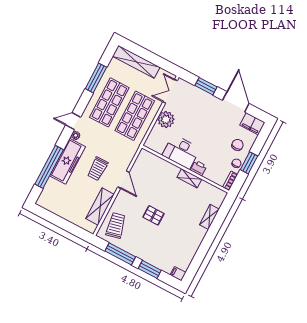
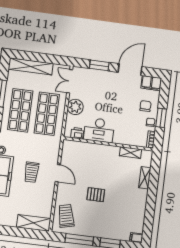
door: (236, 102) -> (130, 69), hinge flipped
printer: (199, 168) -> (77, 133), moved
shelving: (189, 178) -> (130, 153), moved
shelving: (100, 206) -> (34, 223), moved, turned 90

